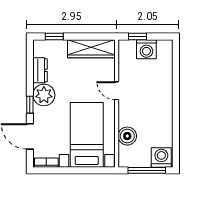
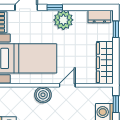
dresser: (40, 70) -> (99, 17), moved
boiler: (127, 136) -> (43, 95), moved

